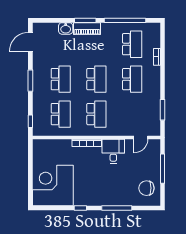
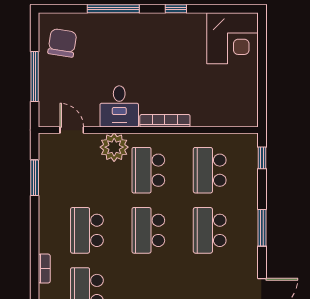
plant: (116, 127) -> (114, 147), added
door: (141, 137) -> (72, 130), hinge flipped
corner desk: (53, 186) -> (233, 38), width x0.74, depth x0.74
chair: (146, 188) -> (62, 43), turned -81

